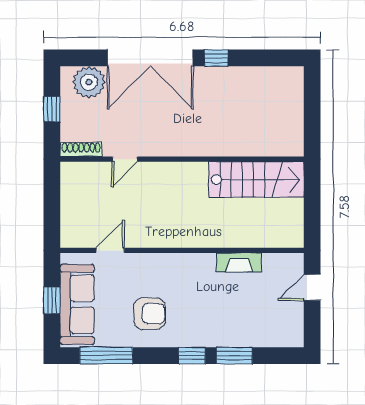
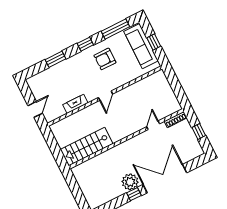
plant: (89, 82) -> (130, 182), moved
door: (110, 250) -> (105, 96), moved
window: (192, 356) -> (85, 44), moved

